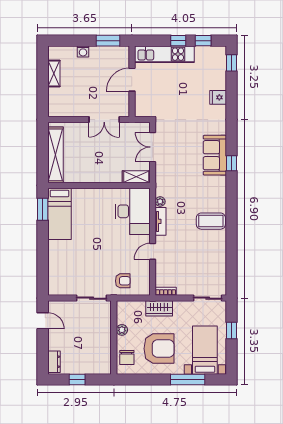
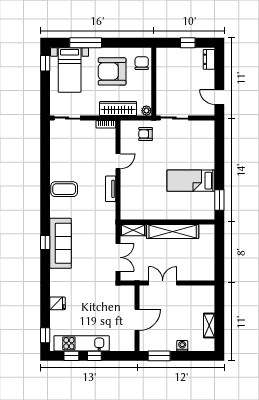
kitchen unit: (164, 54) -> (82, 343), moved
shelving: (55, 155) -> (173, 231), moved, turned 90
sofa: (215, 155) -> (60, 243), width x1.36
plant: (160, 202) -> (111, 207), removed
desk: (133, 211) -> (136, 198), removed
bed: (59, 214) -> (191, 181), moved, turned -90
wardrobe: (159, 308) -> (118, 109), width x1.50
plant: (122, 330) -> (146, 111), moved
window: (232, 331) -> (45, 63), moved

